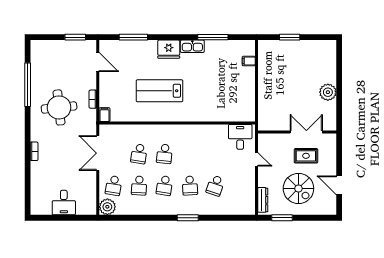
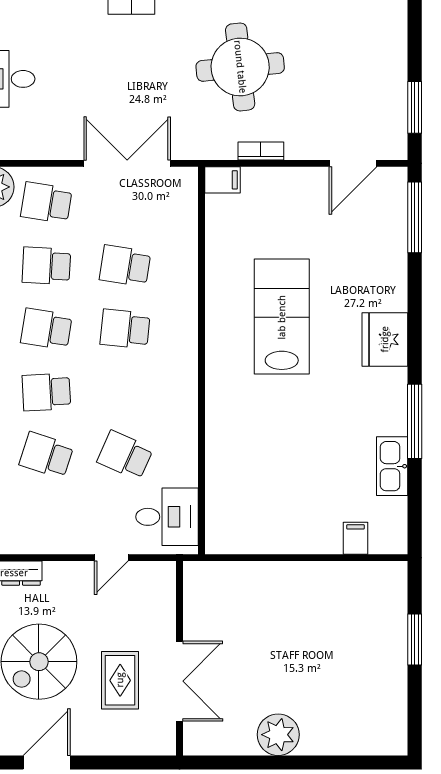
window: (133, 37) -> (415, 217), moved
window: (213, 37) -> (415, 421), moved
kitchen sink: (192, 46) -> (392, 466), moved
school desk: (215, 154) -> (125, 455), added

